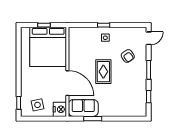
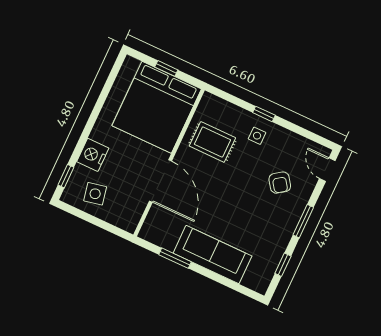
door: (149, 38) -> (327, 170), swing flipped
rug: (103, 72) -> (212, 142), moved, turned 90
sofa: (83, 108) -> (212, 255), moved, width x1.36
nightstand: (60, 109) -> (93, 155), moved, turned 180

